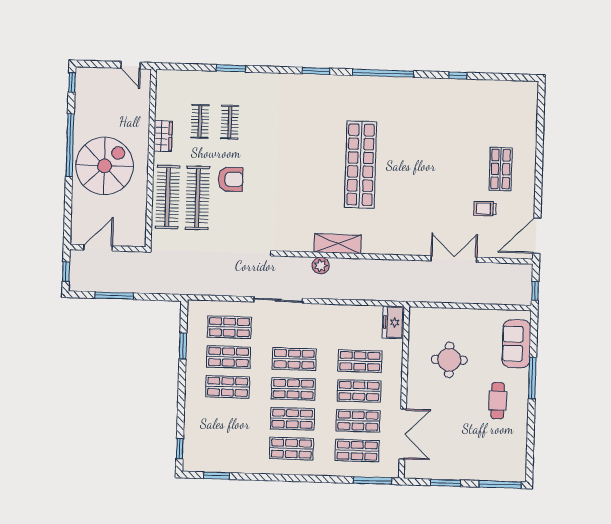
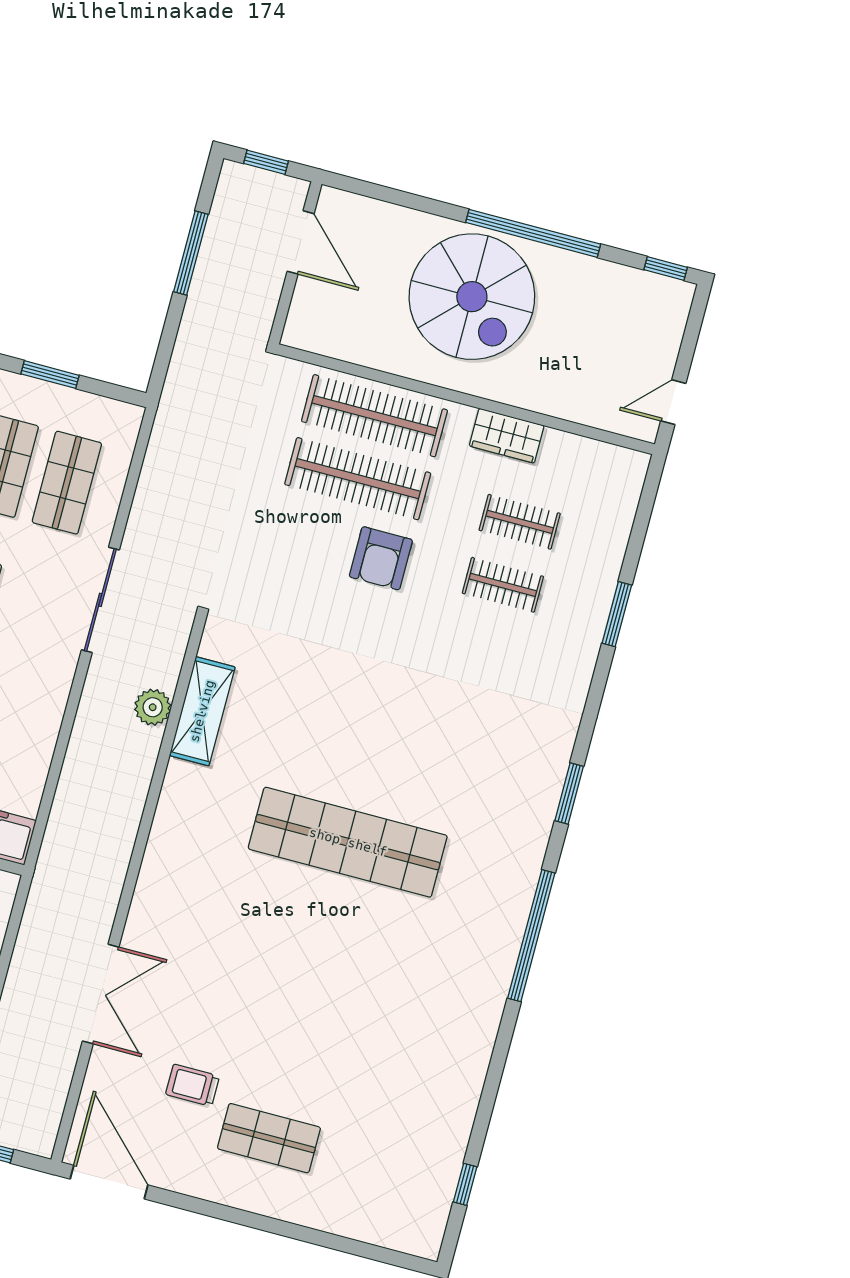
window: (458, 75) -> (465, 1184), moved
trolley: (485, 209) -> (193, 1085), turned -90
shelving: (338, 244) -> (202, 711), moved

